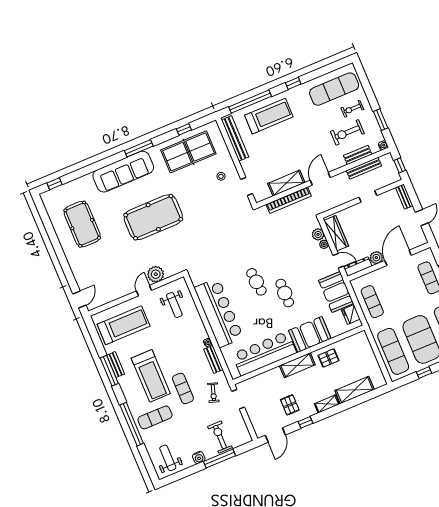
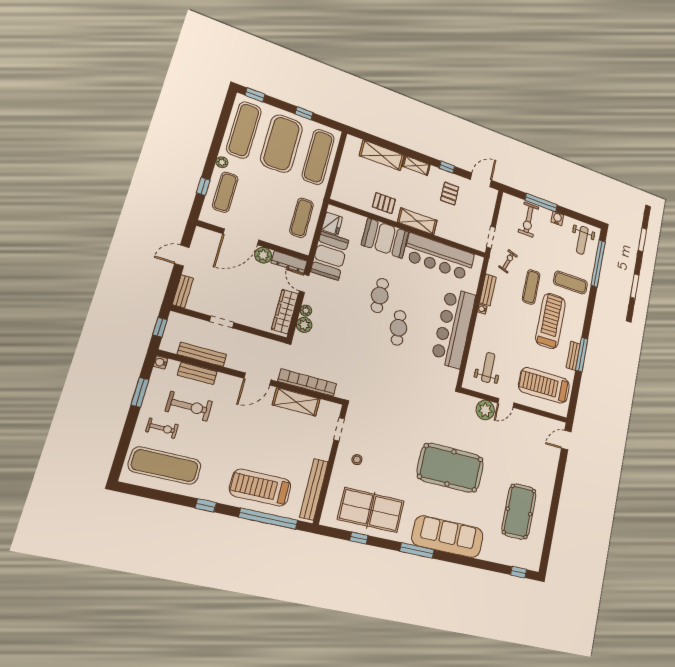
window: (132, 424) -> (598, 263), moved

